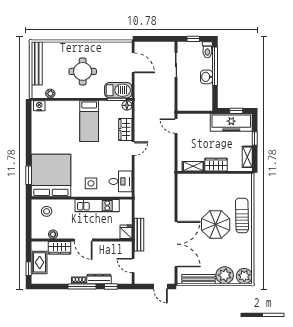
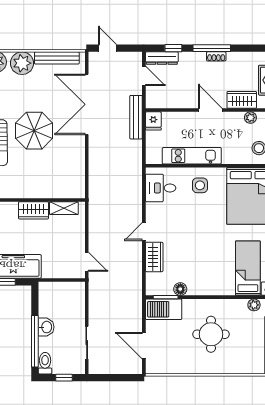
floor lamp: (127, 105) -> (180, 289), moved
bed: (89, 121) -> (248, 268), moved
dresser: (99, 279) -> (162, 58), moved

